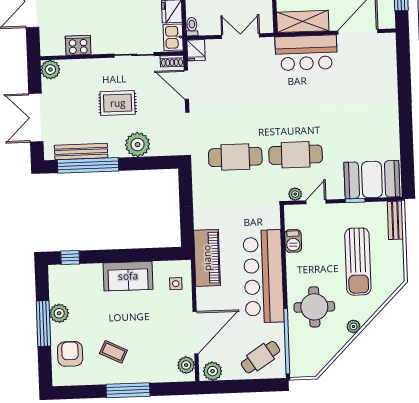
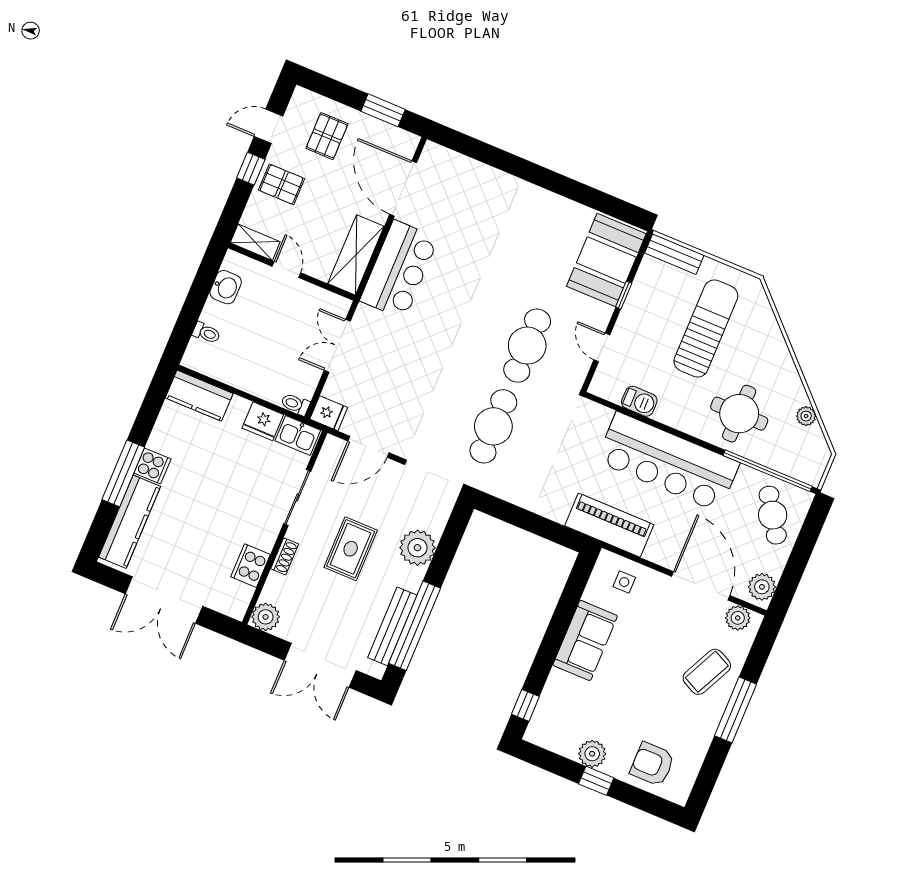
shoe rack: (172, 61) -> (285, 556), moved
plant: (295, 194) -> (579, 370), removed
sun lounger: (358, 262) -> (706, 329), turned -90
window: (43, 324) -> (596, 781), width x0.46
plant: (353, 326) -> (806, 416), moved
coffee table: (113, 352) -> (707, 672), moved, width x1.36, depth x1.30

